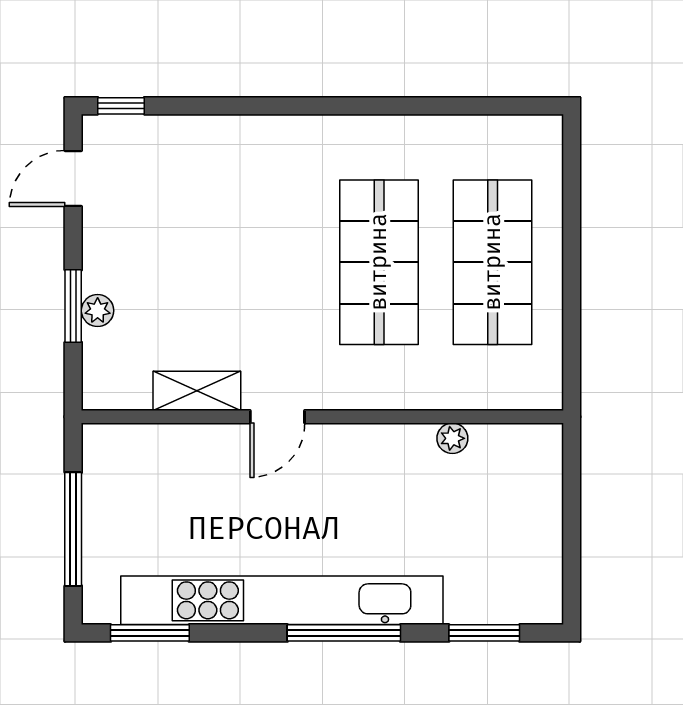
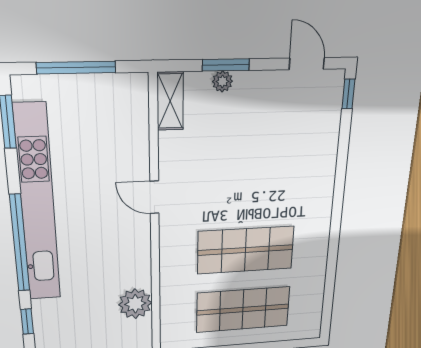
shelving: (197, 391) -> (170, 101), moved
plant: (452, 438) -> (135, 304), width x1.88, depth x1.88
window: (344, 633) -> (20, 244), width x1.46
window: (484, 633) -> (27, 321), width x0.67

